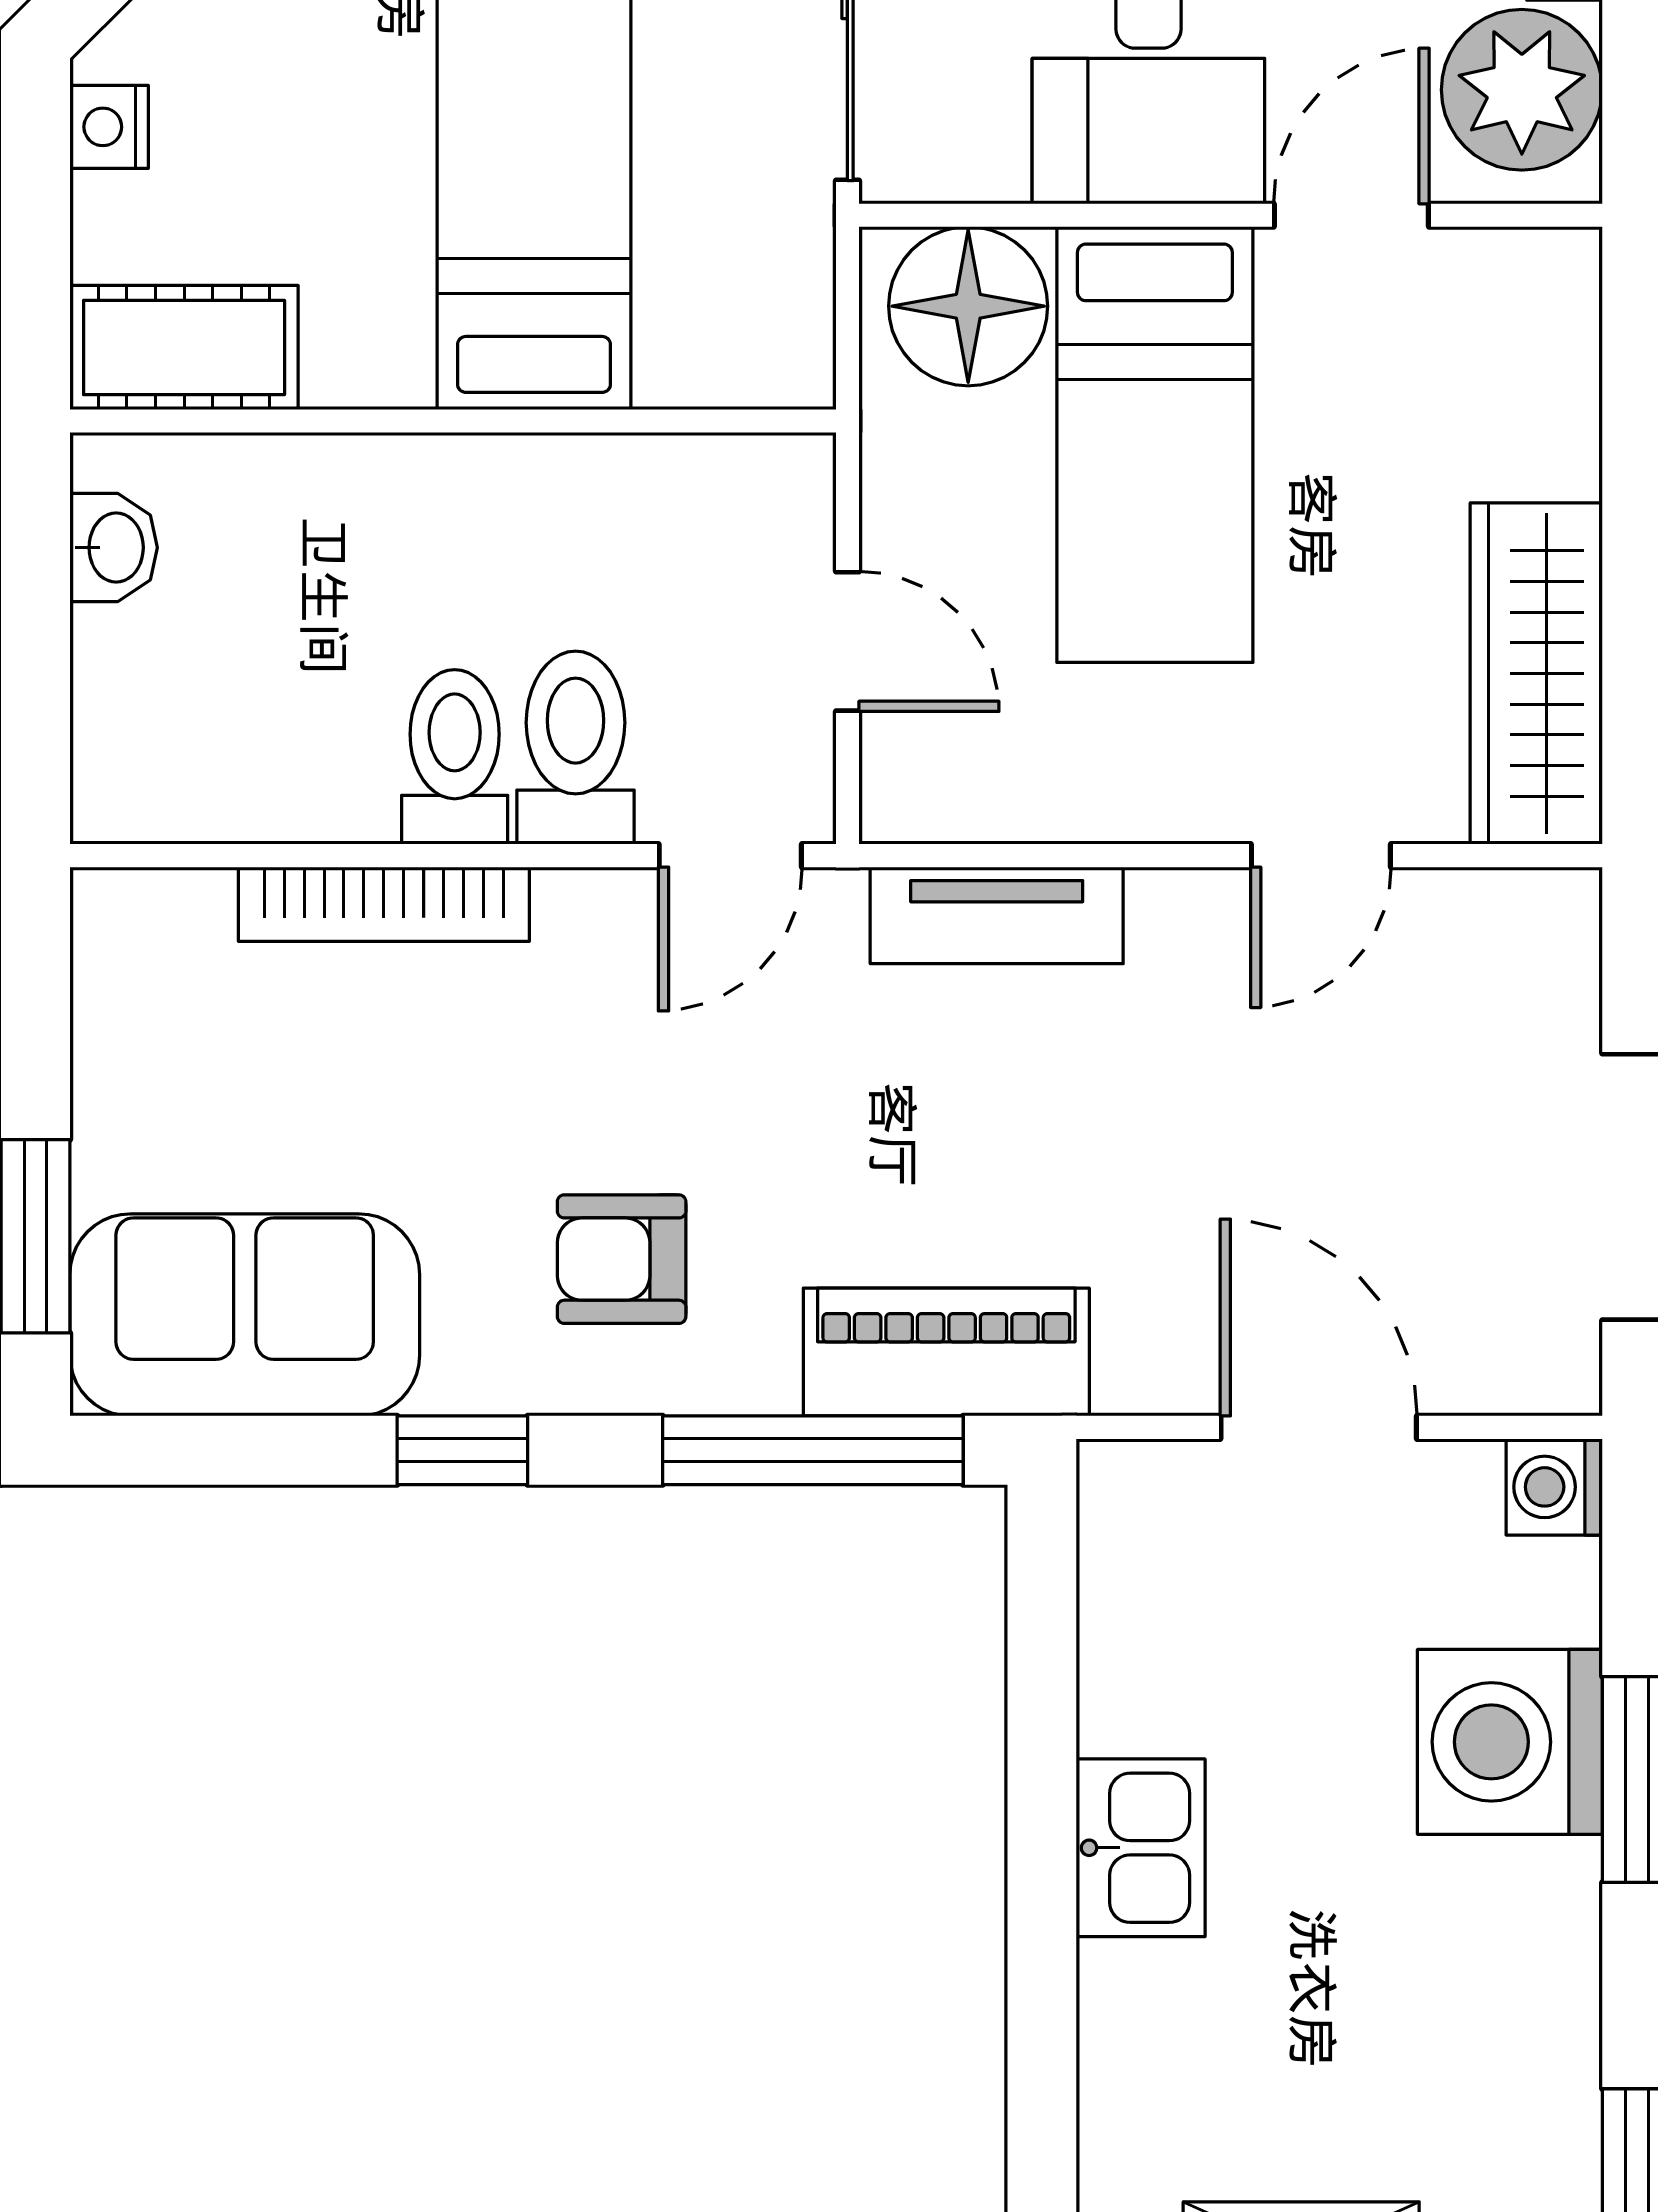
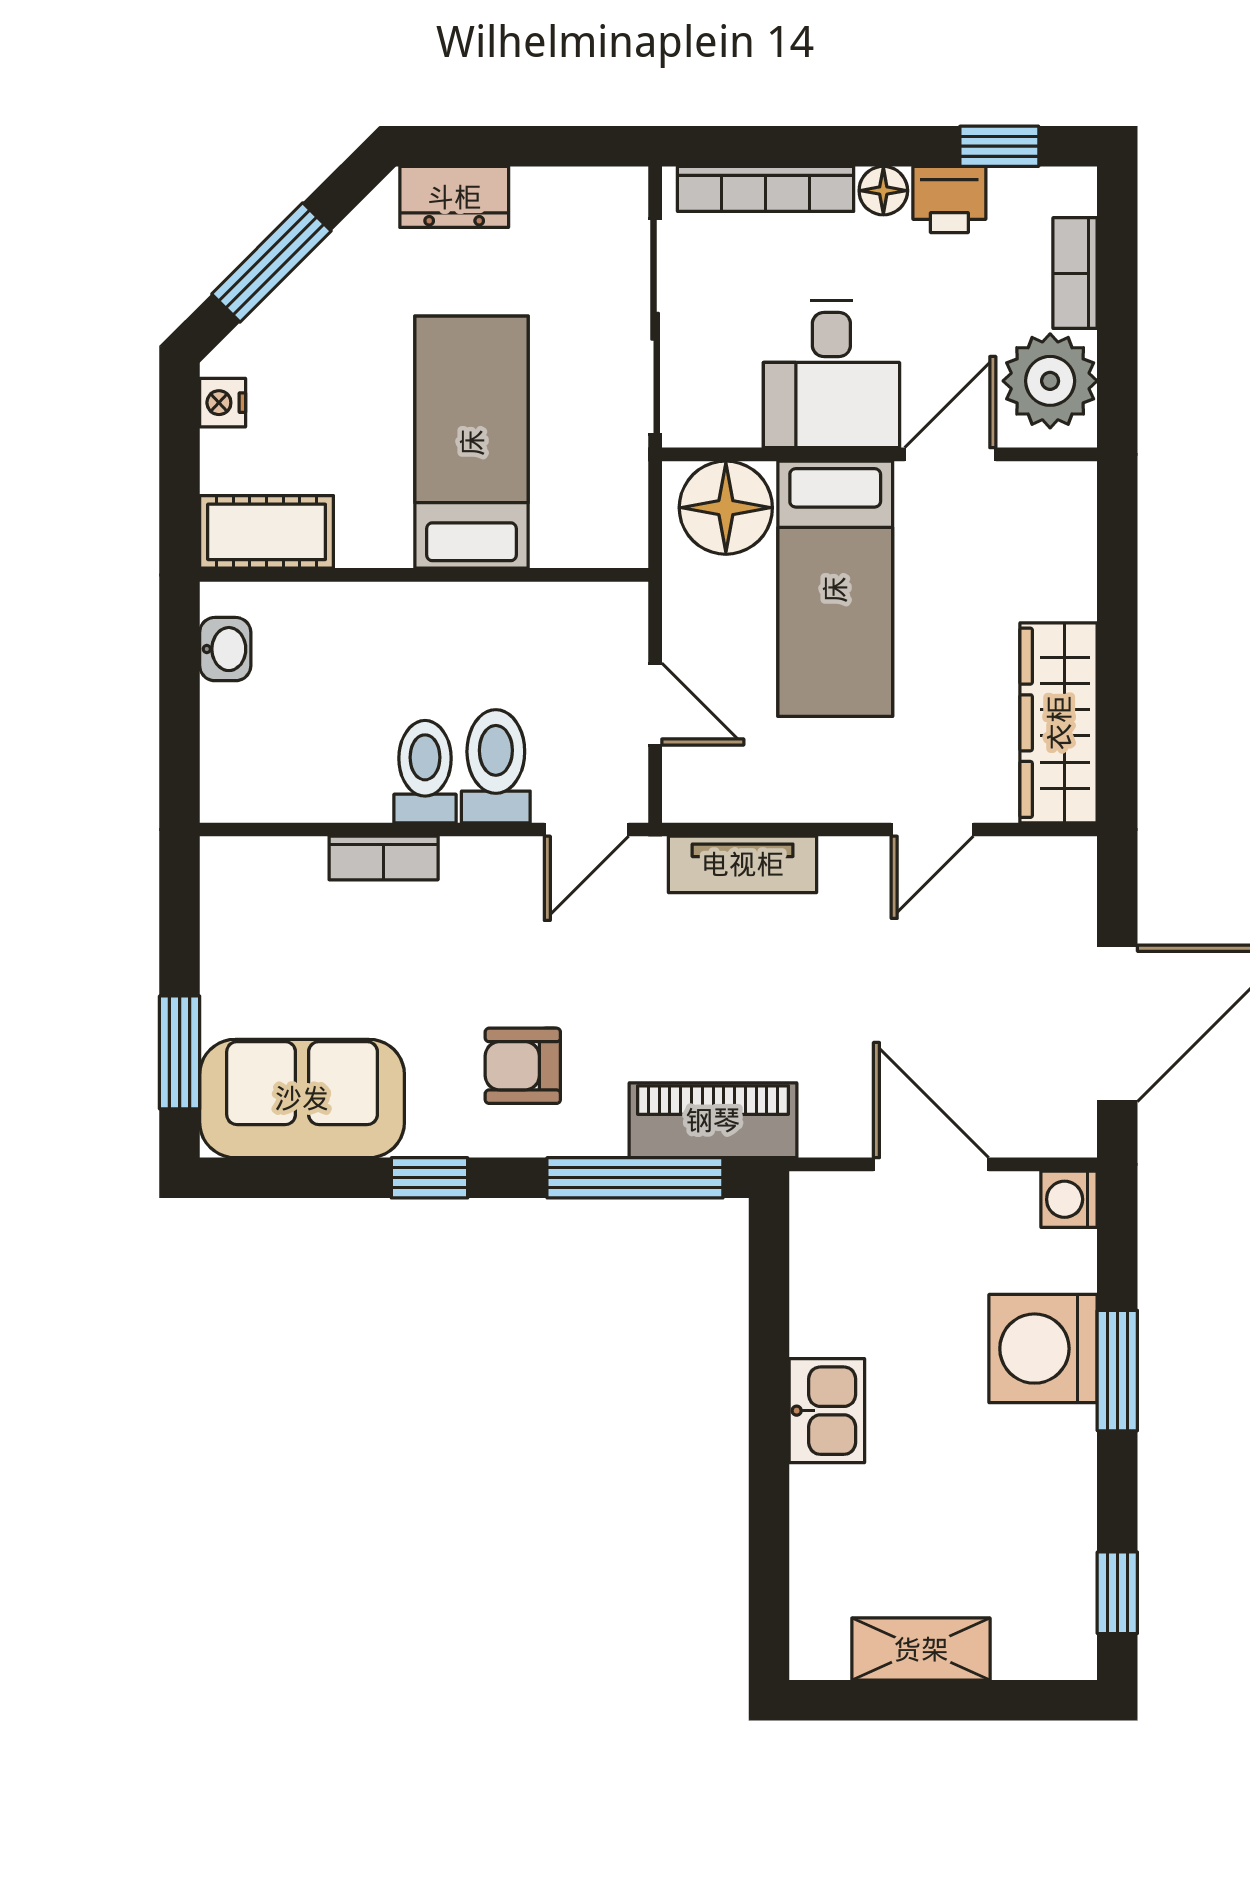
bookcase: (384, 904) -> (384, 858), width x0.64

